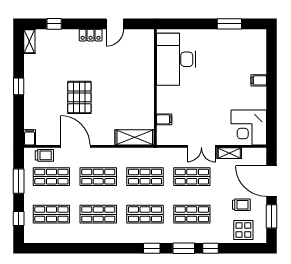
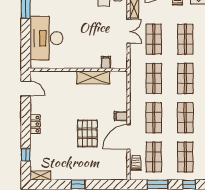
door: (115, 24) -> (26, 88), moved
desk: (176, 59) -> (46, 38), moved, turned 90
pallet: (79, 97) -> (87, 133), turned 90
filing cabinet: (30, 137) -> (121, 116), moved
shelving: (135, 137) -> (93, 77), moved, turned 90

